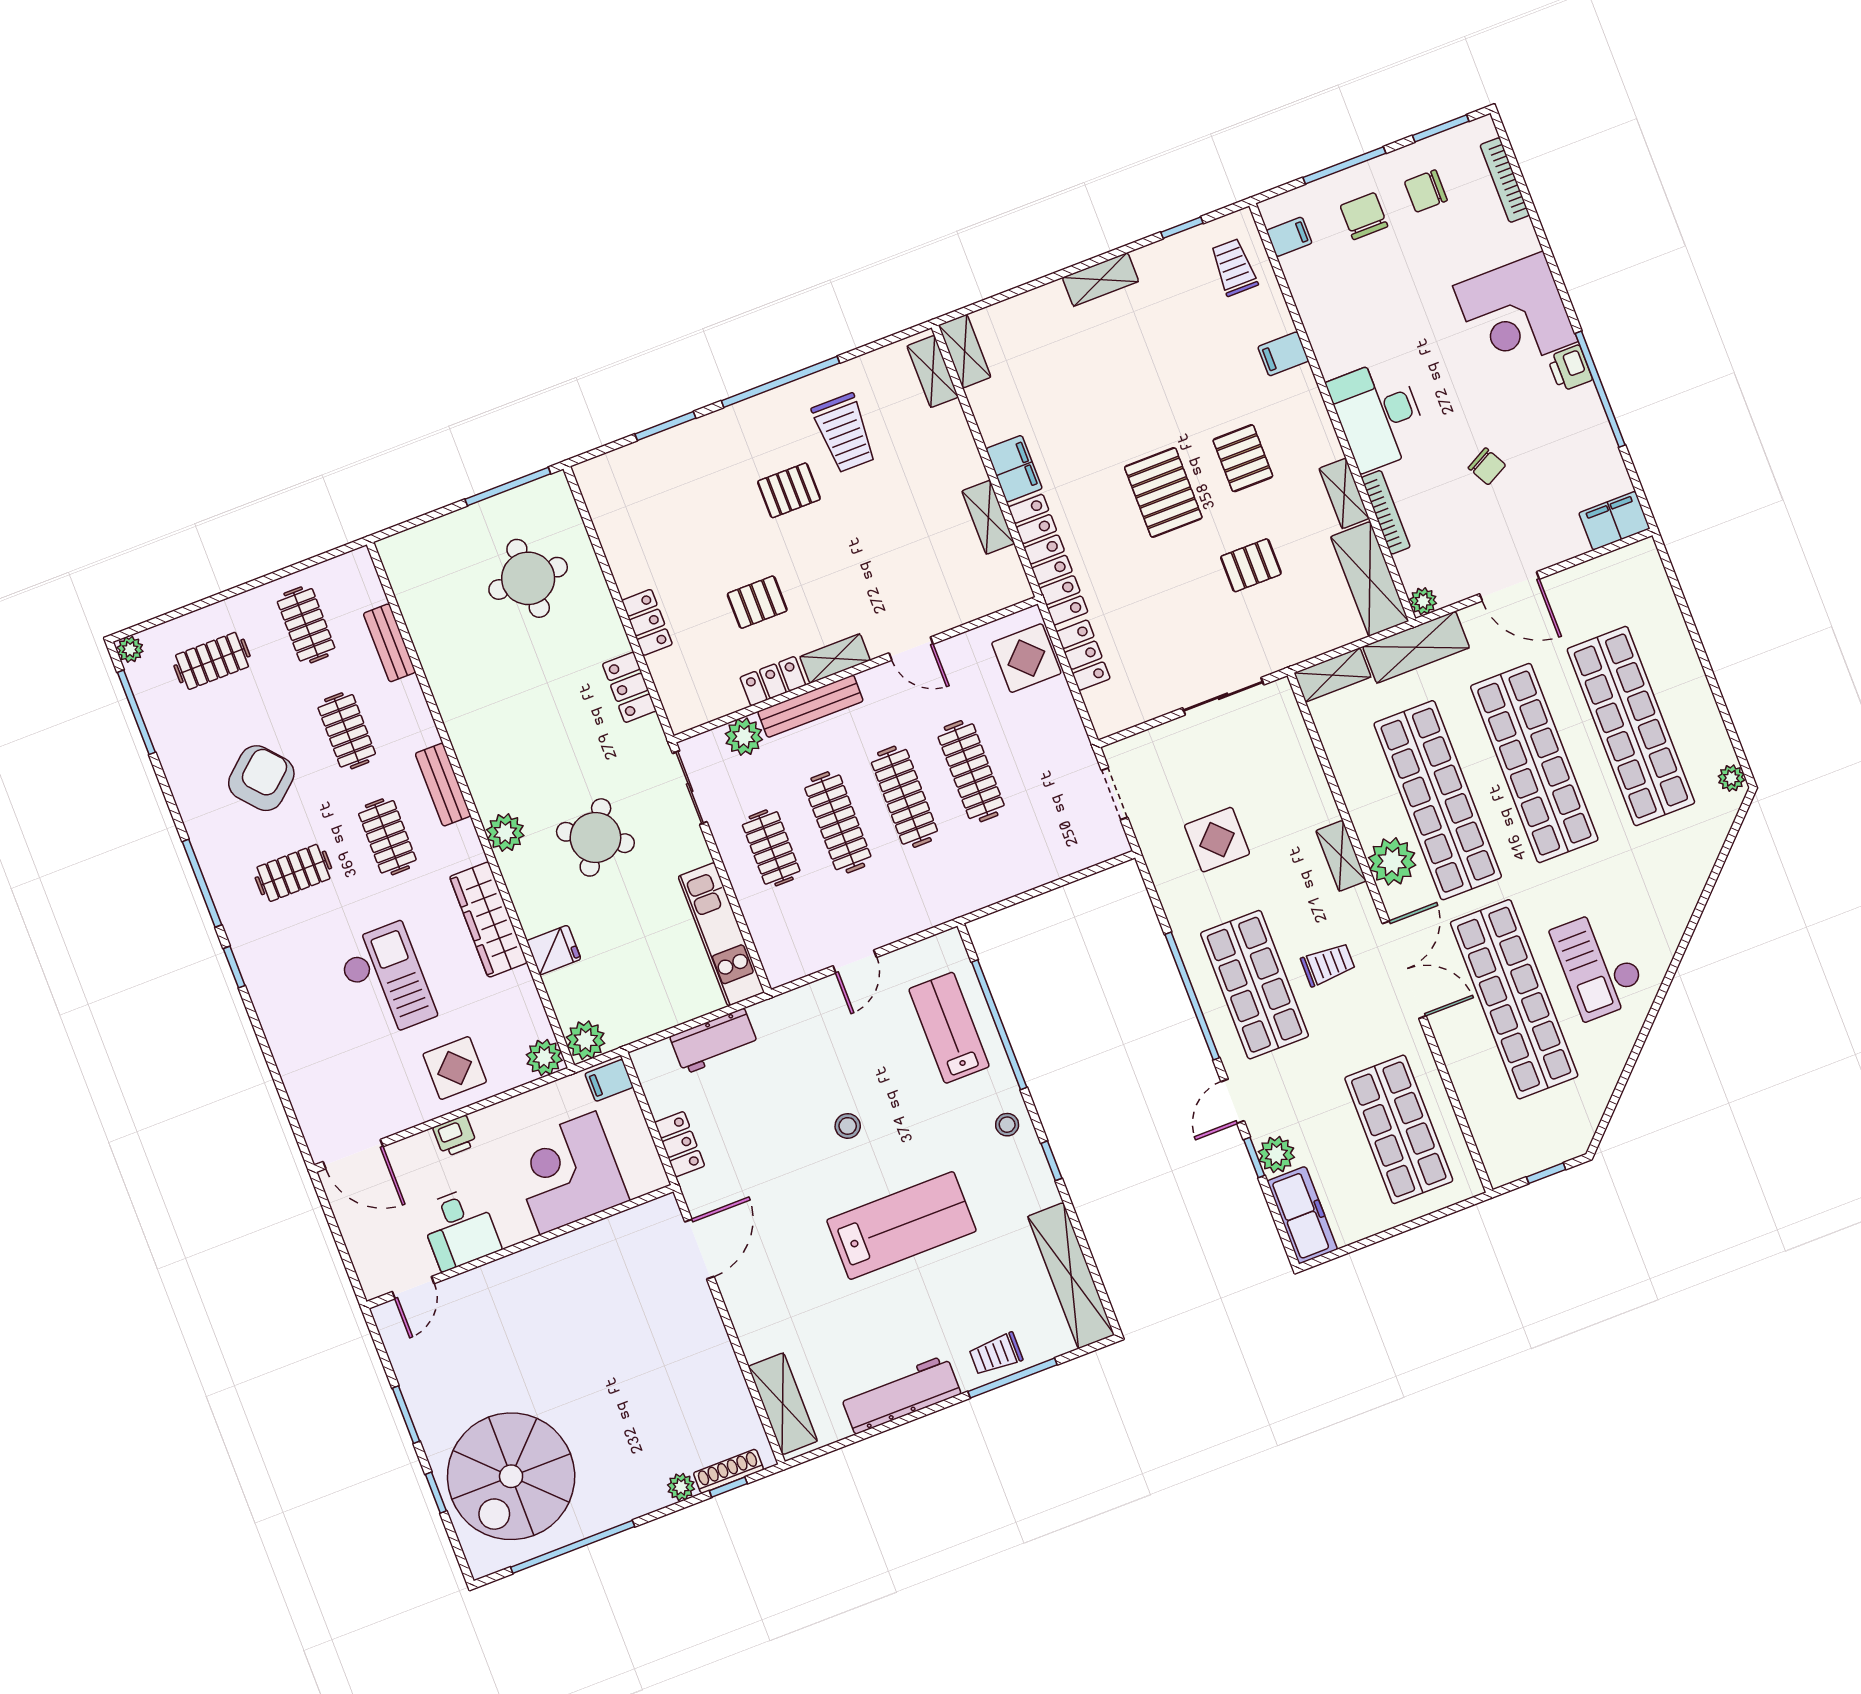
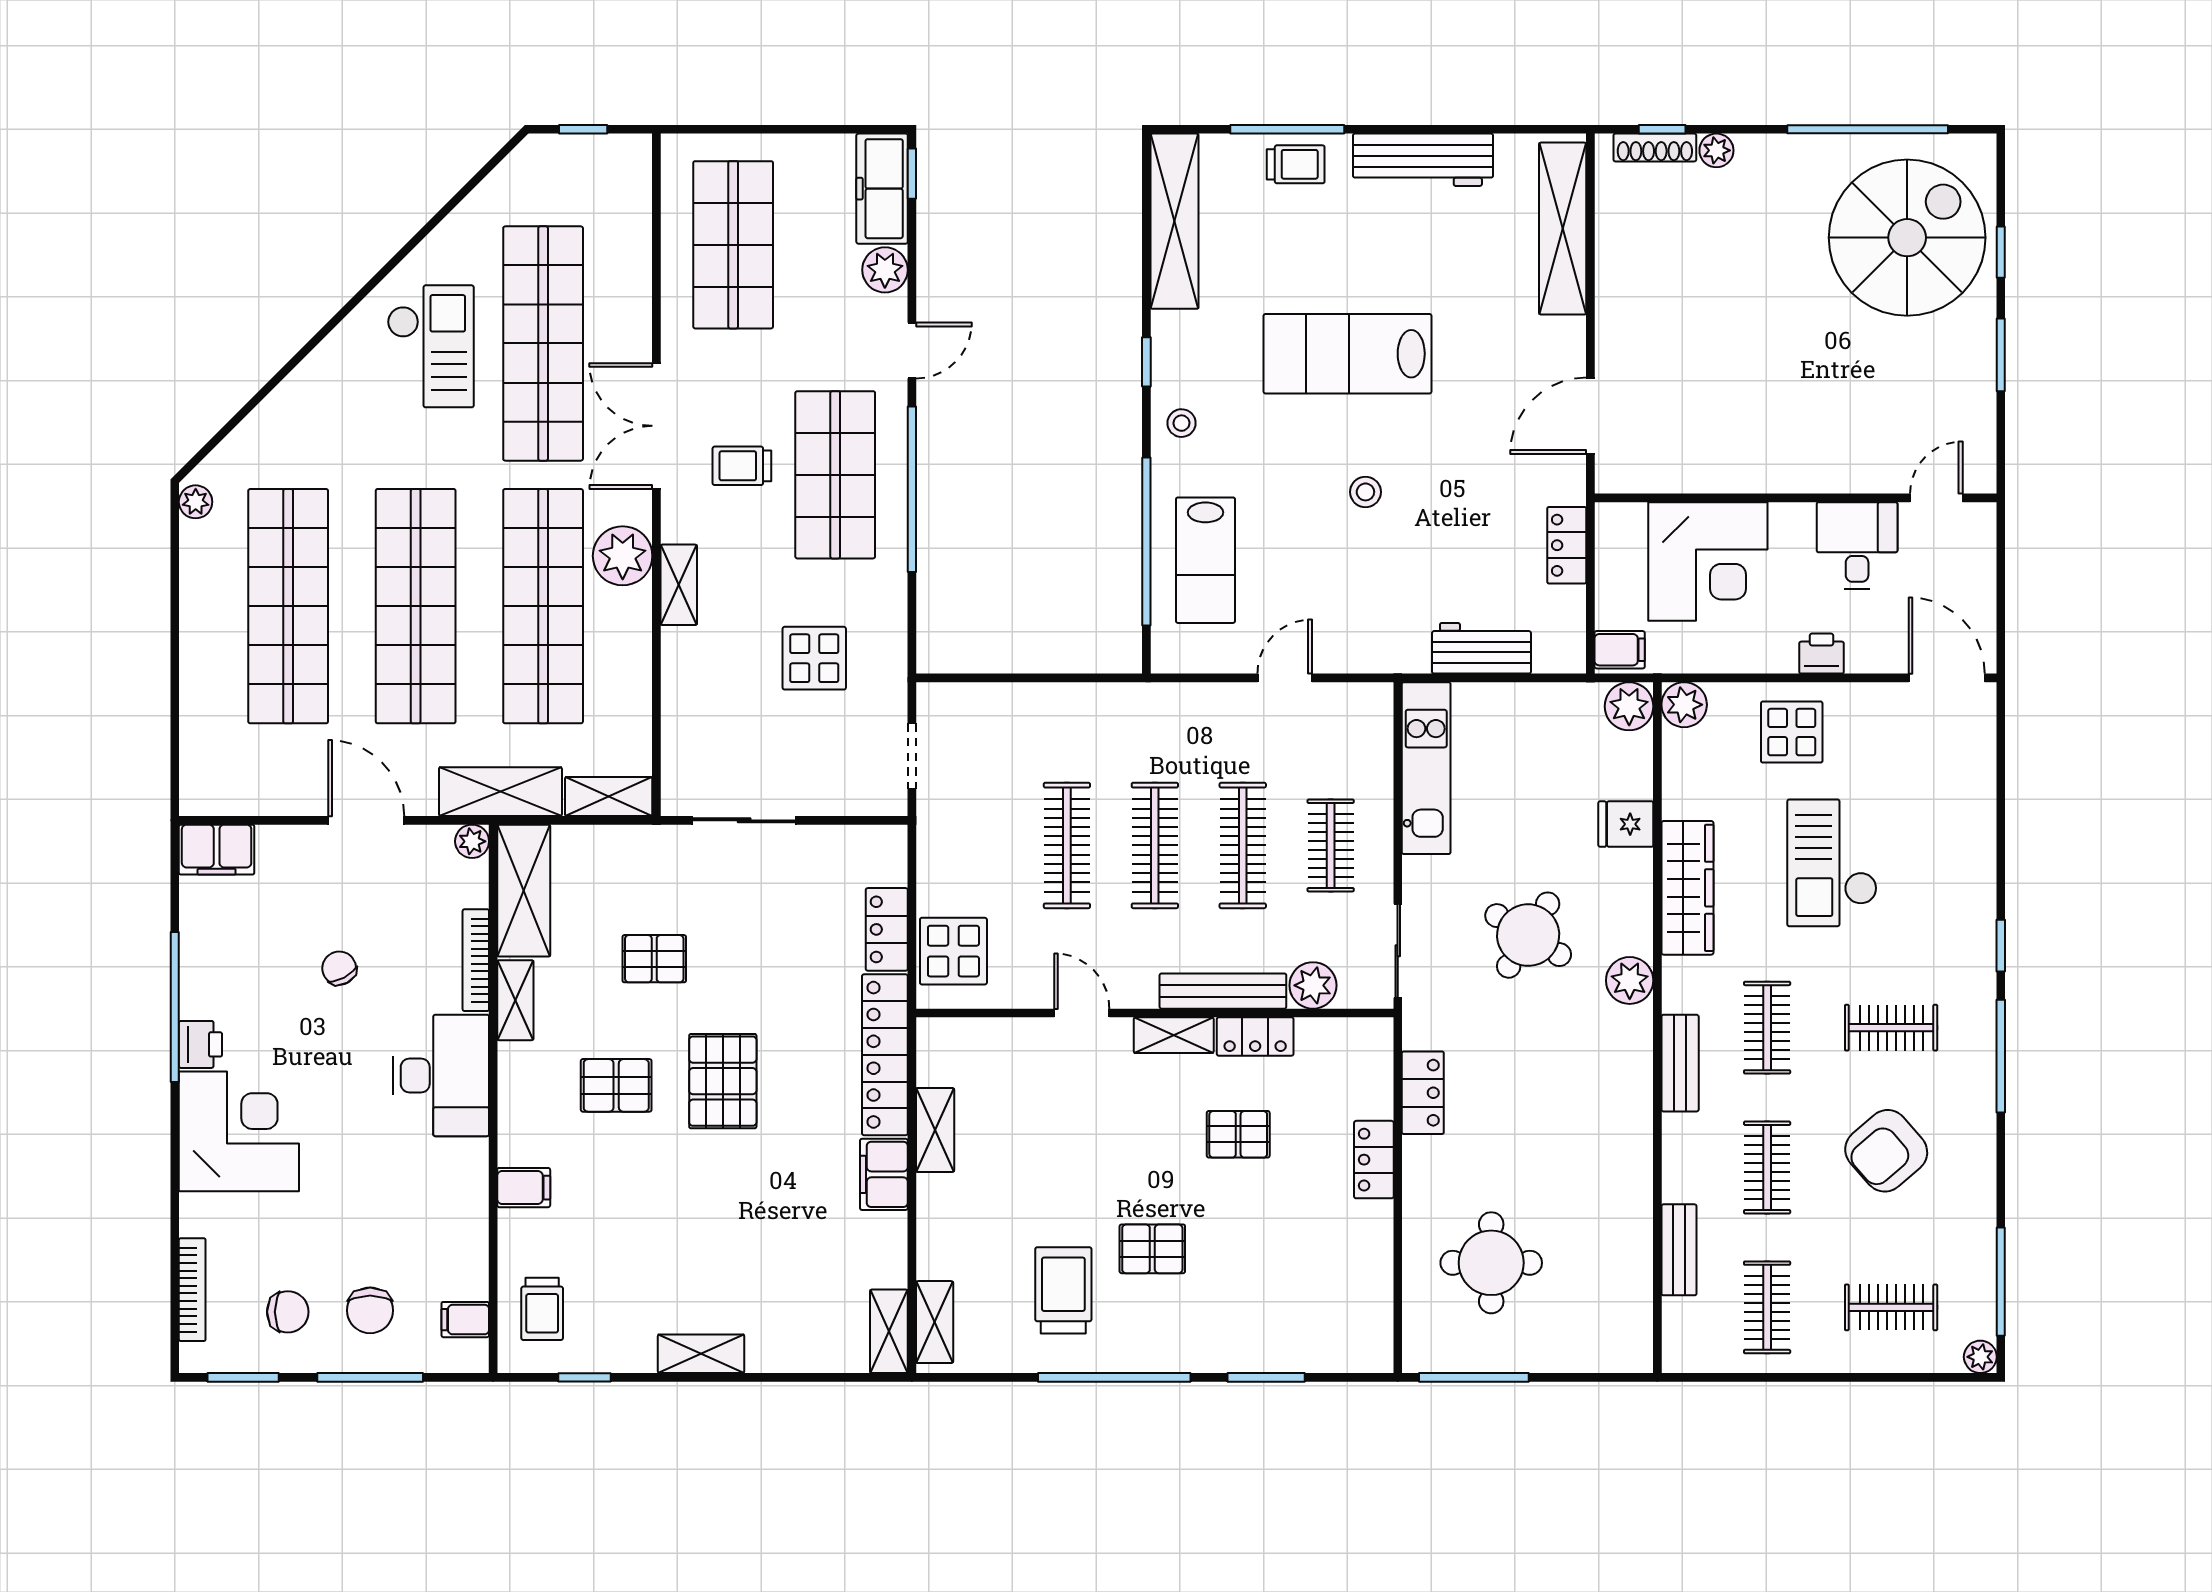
pallet: (1243, 458) -> (616, 1085), turned 90
window: (1254, 1158) -> (912, 174), moved
shelving: (783, 1404) -> (1563, 229), width x1.47

